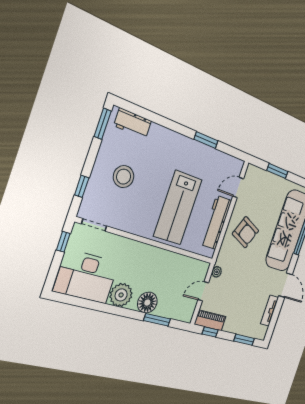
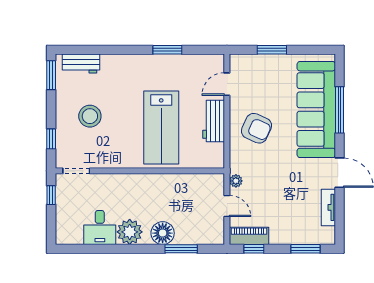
workbench: (216, 222) -> (214, 121), width x0.73
desk: (86, 277) -> (100, 228), width x0.53, depth x0.77
door: (203, 291) -> (227, 206), swing flipped

